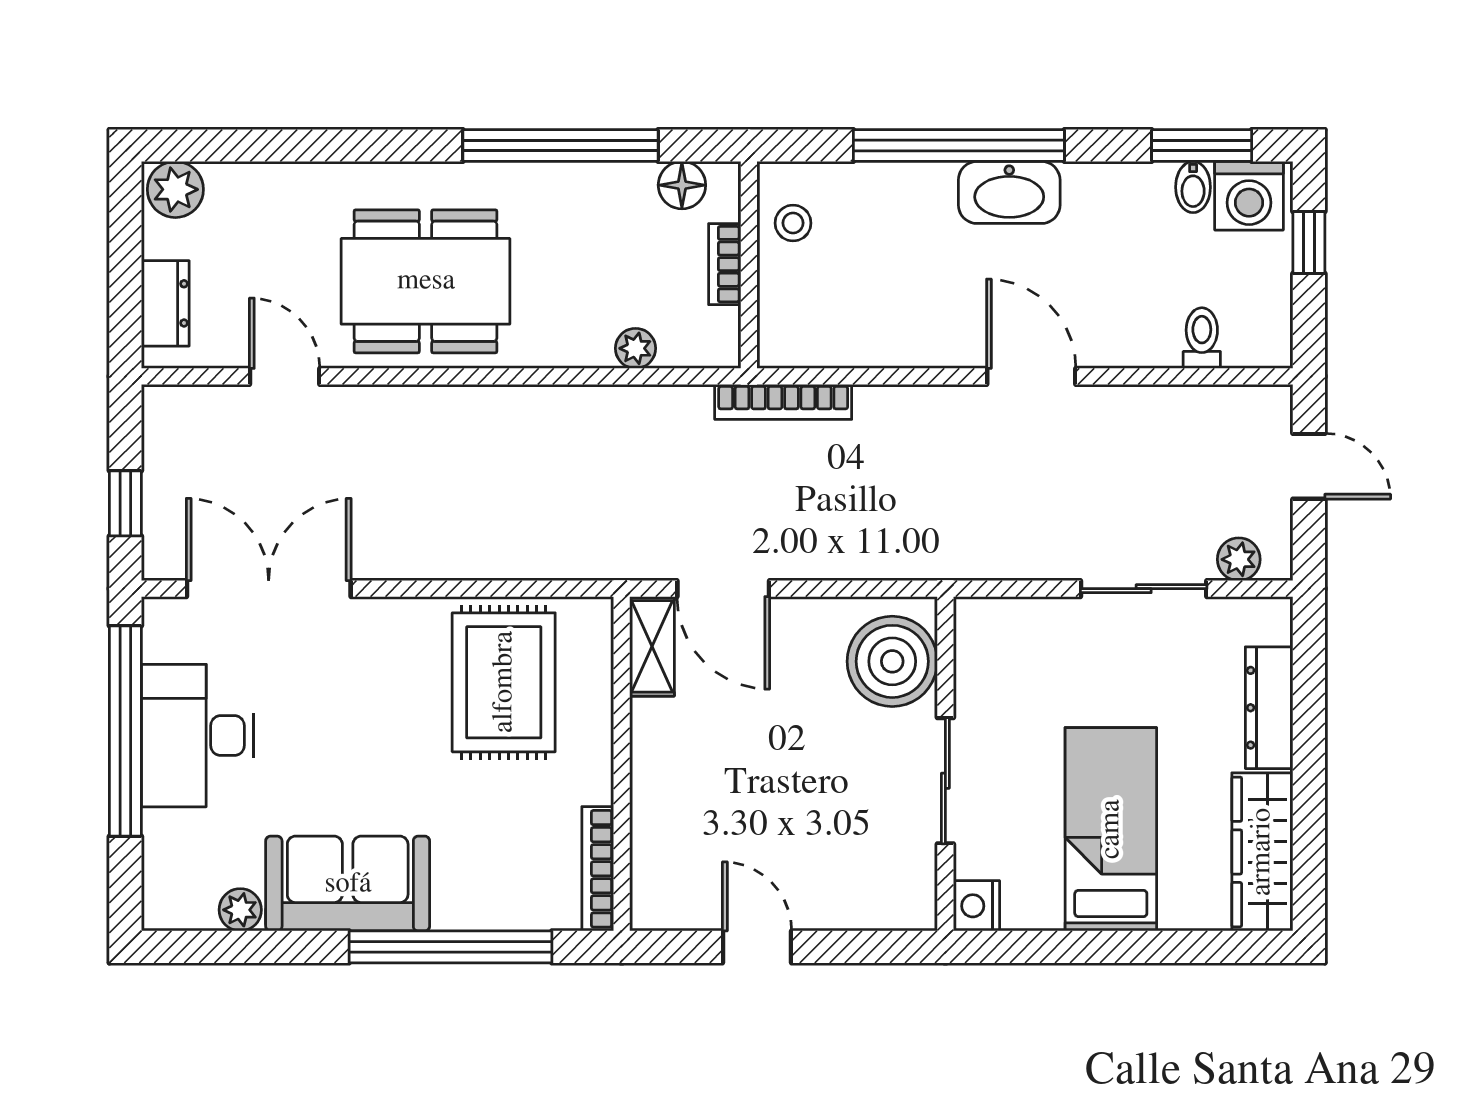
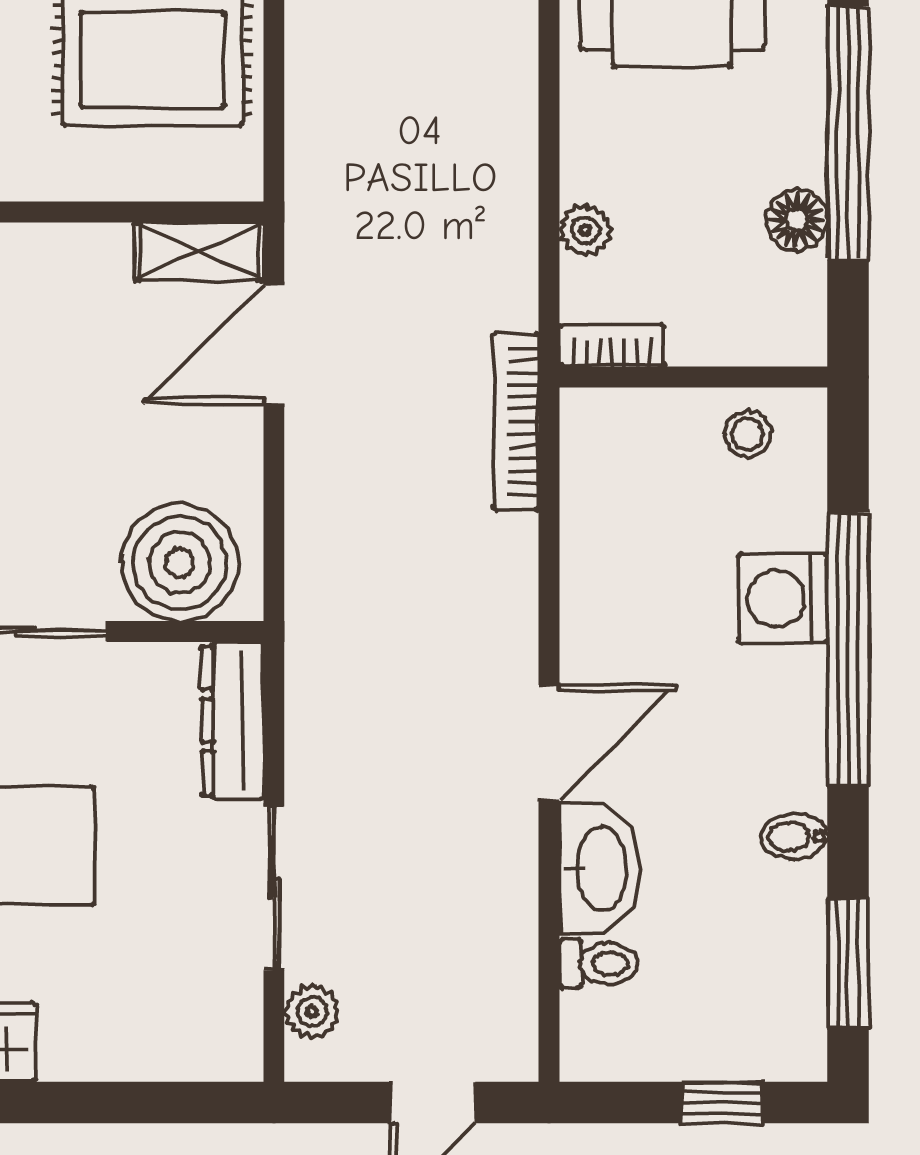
floor lamp: (682, 185) -> (797, 220), moved
bidet: (1193, 187) -> (794, 836), moved
washbasin: (1009, 192) -> (599, 868), moved, turned 180
washing machine: (1249, 196) -> (783, 598), moved
bookcase: (725, 264) -> (612, 346), moved
dresser: (1269, 708) -> (233, 721), moved, turned -90

